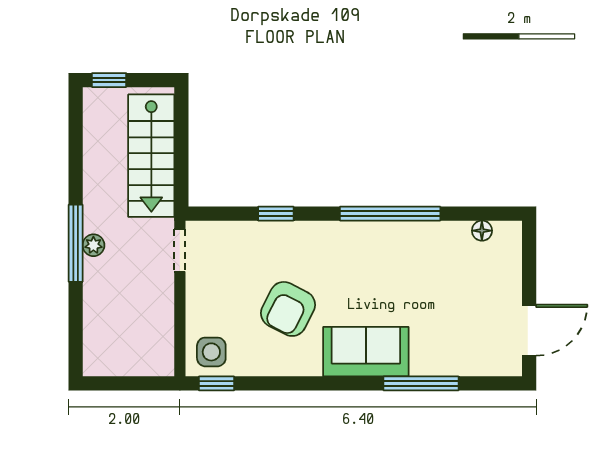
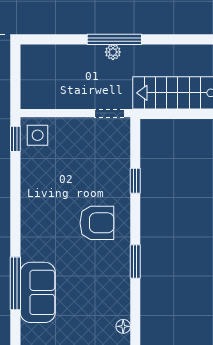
window: (390, 214) -> (135, 262), width x0.47
armchair: (288, 309) -> (97, 223), moved, turned 153
sofa: (366, 352) -> (38, 292), moved

